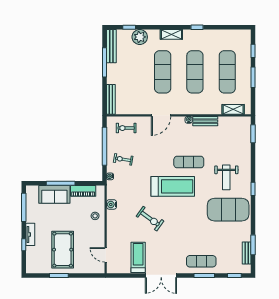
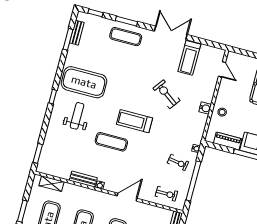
treadmill: (173, 186) -> (134, 121), width x0.73, depth x0.73
water cooler: (112, 204) -> (205, 108), moved

